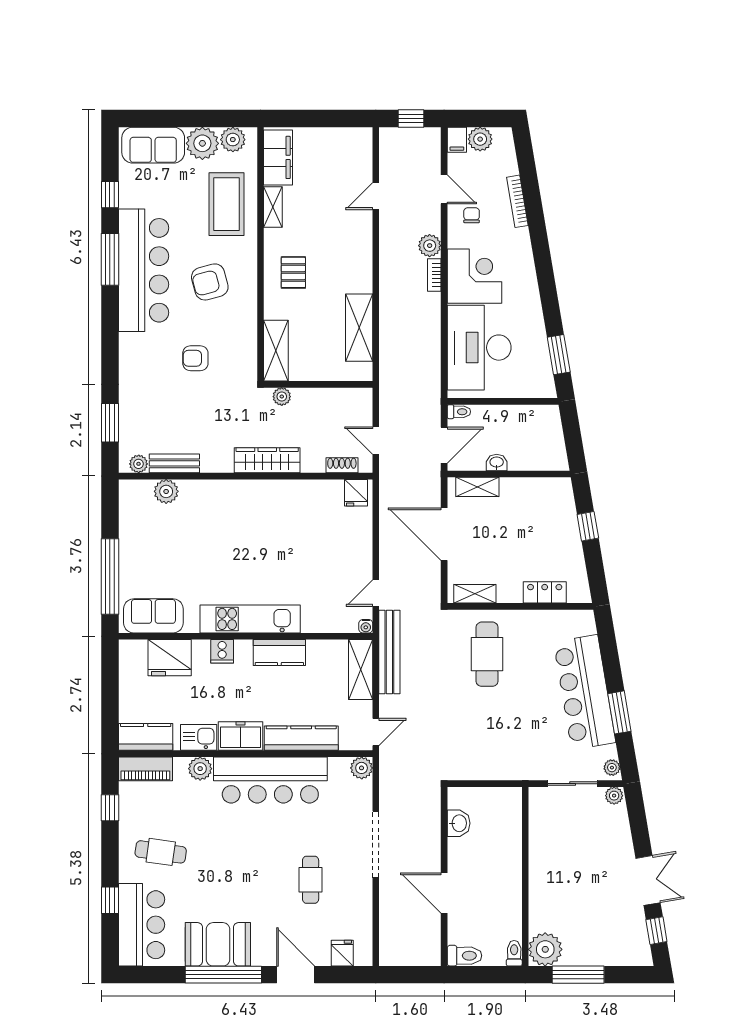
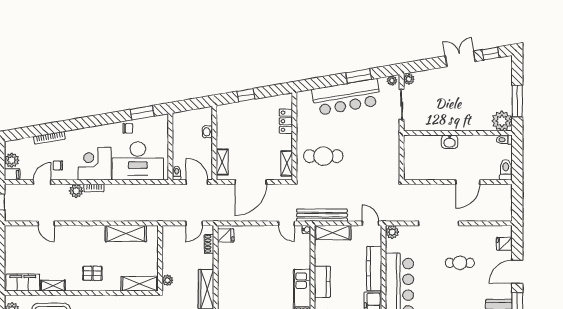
chair: (533, 331) -> (128, 128), added
washbasin: (497, 463) -> (207, 132), moved
washbasin: (459, 823) -> (450, 142), moved, turned 180

